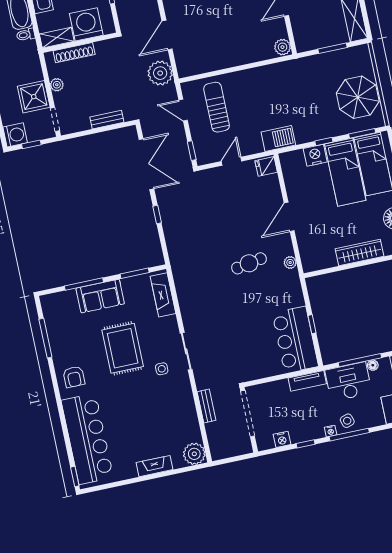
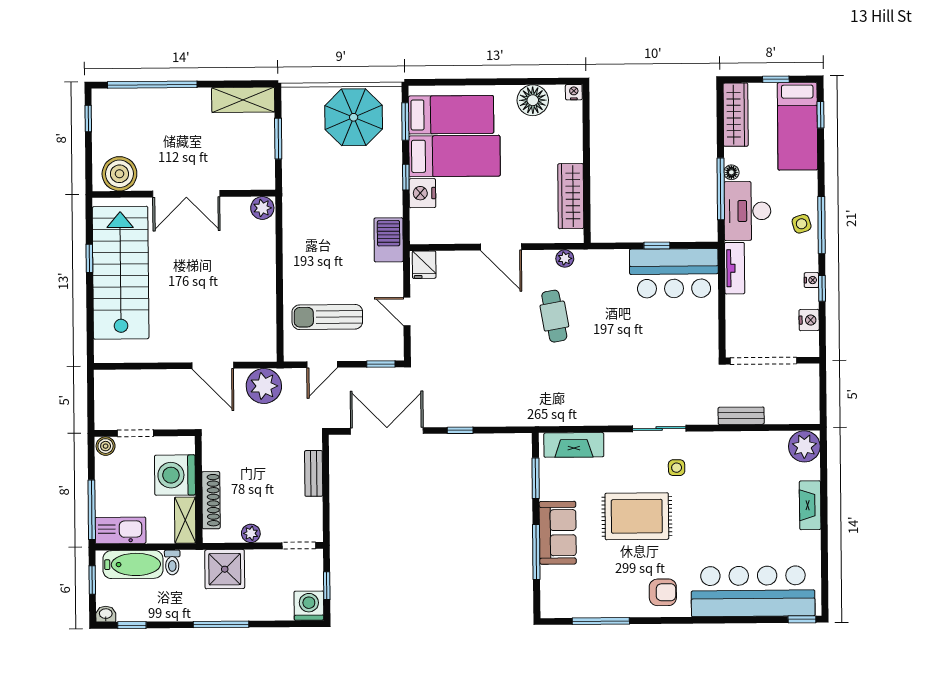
shower: (34, 97) -> (225, 569), moved
wardrobe: (359, 252) -> (571, 196), moved
nightstand: (331, 431) -> (811, 280), moved

